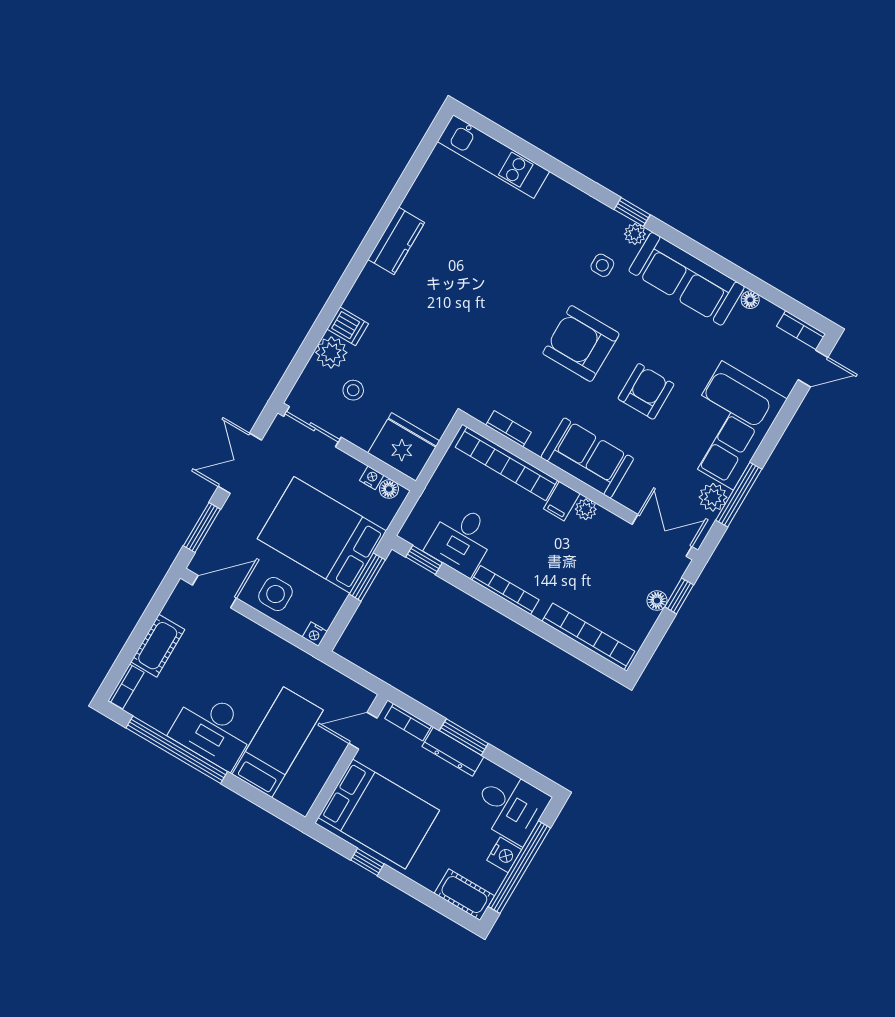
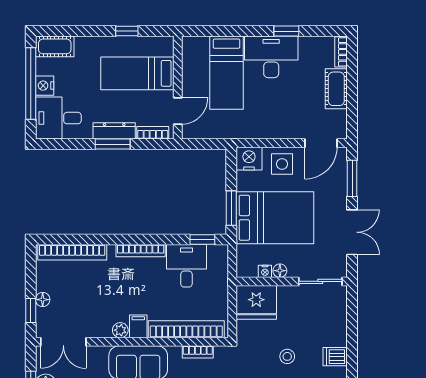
plant: (331, 353) -> (336, 334), removed
stool: (353, 390) -> (287, 356), moved
floor lamp: (389, 489) -> (280, 271), moved
nightstand: (315, 634) -> (249, 159), width x1.89, depth x1.79
window: (177, 750) -> (286, 31), width x0.32
bed: (379, 814) -> (137, 73), width x0.67

